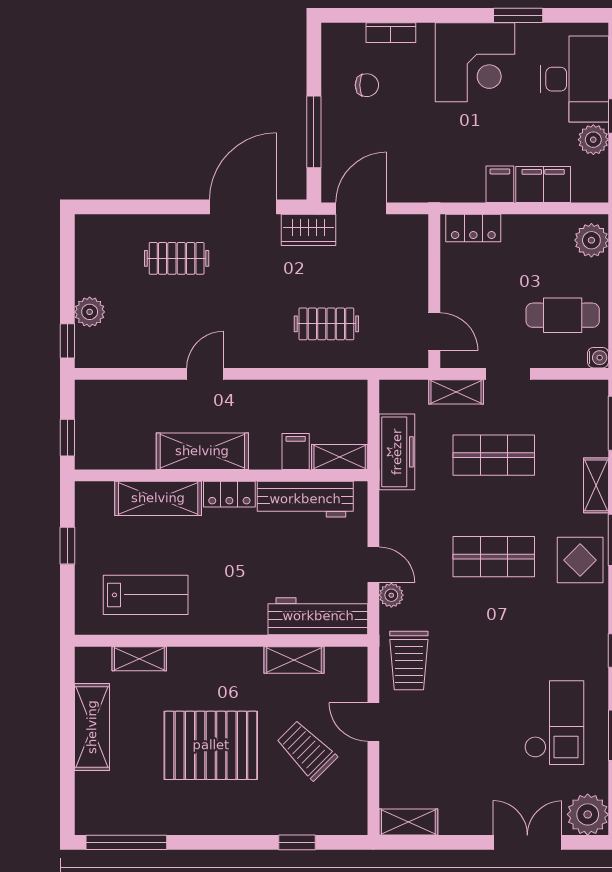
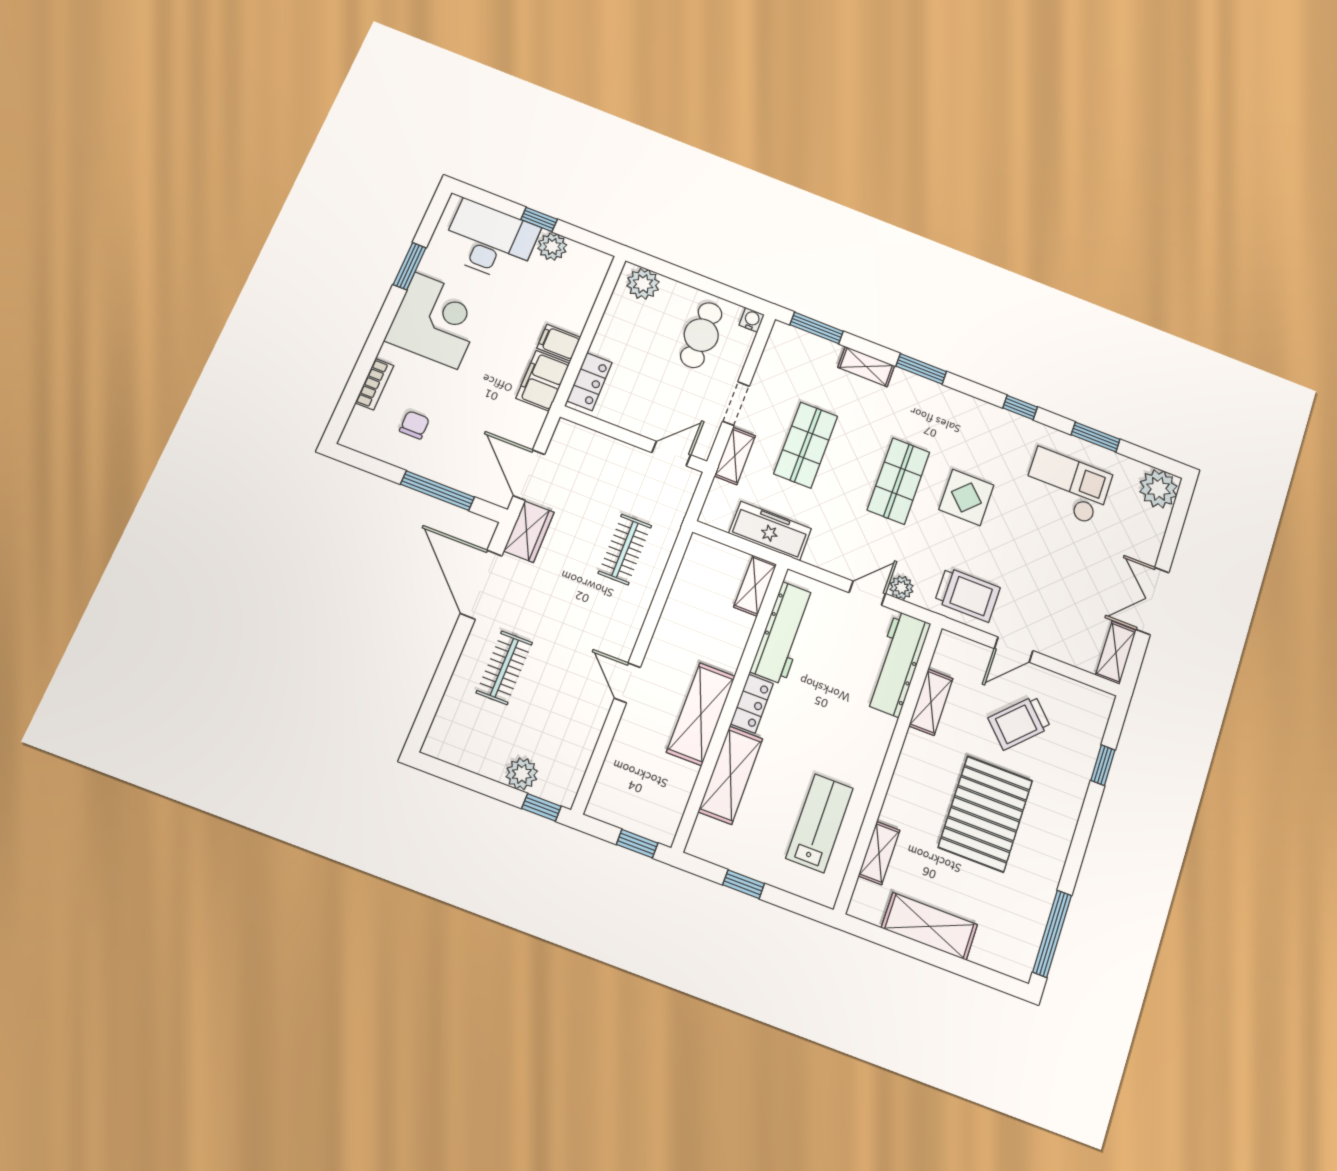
filing cabinet: (543, 185) -> (543, 381), moved
filing cabinet: (296, 451) -> (735, 625), removed
display table: (580, 560) -> (966, 497), moved
double door: (527, 842) -> (1152, 601), moved

